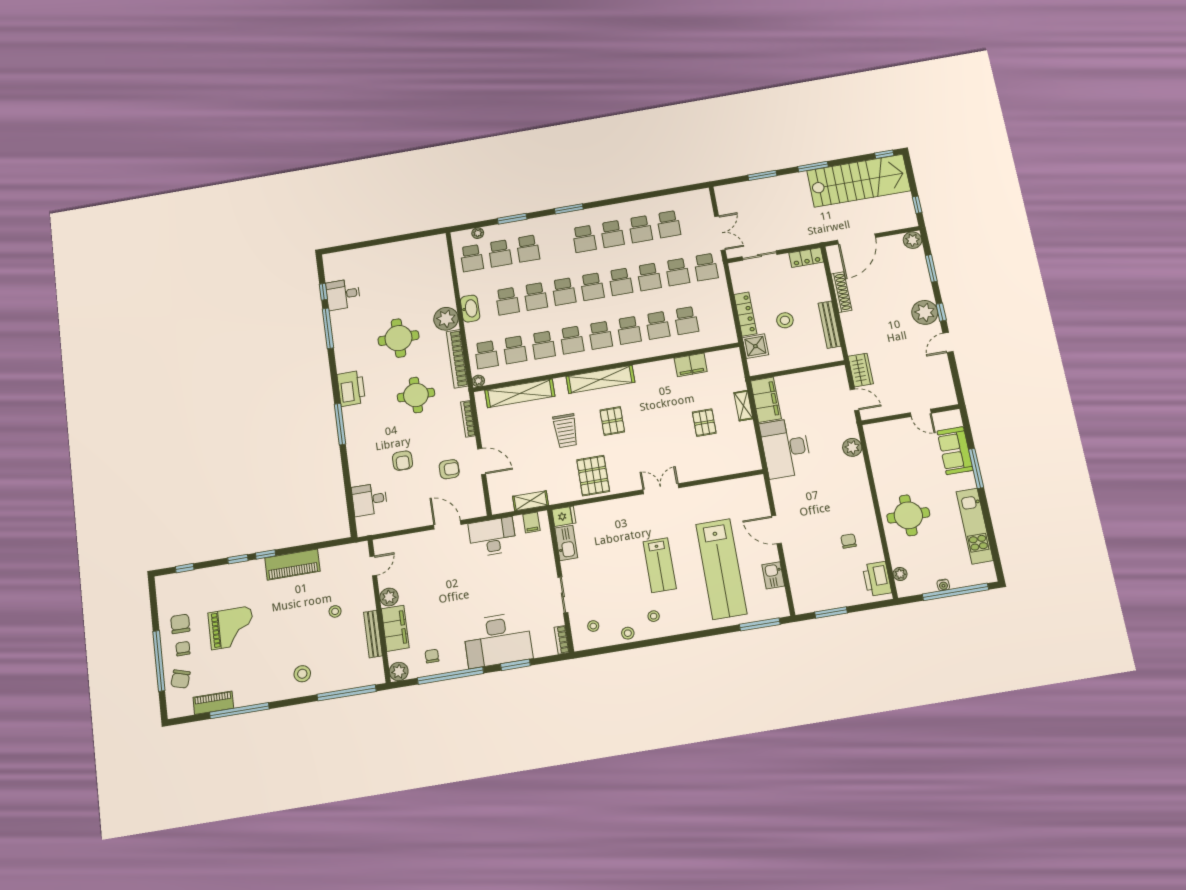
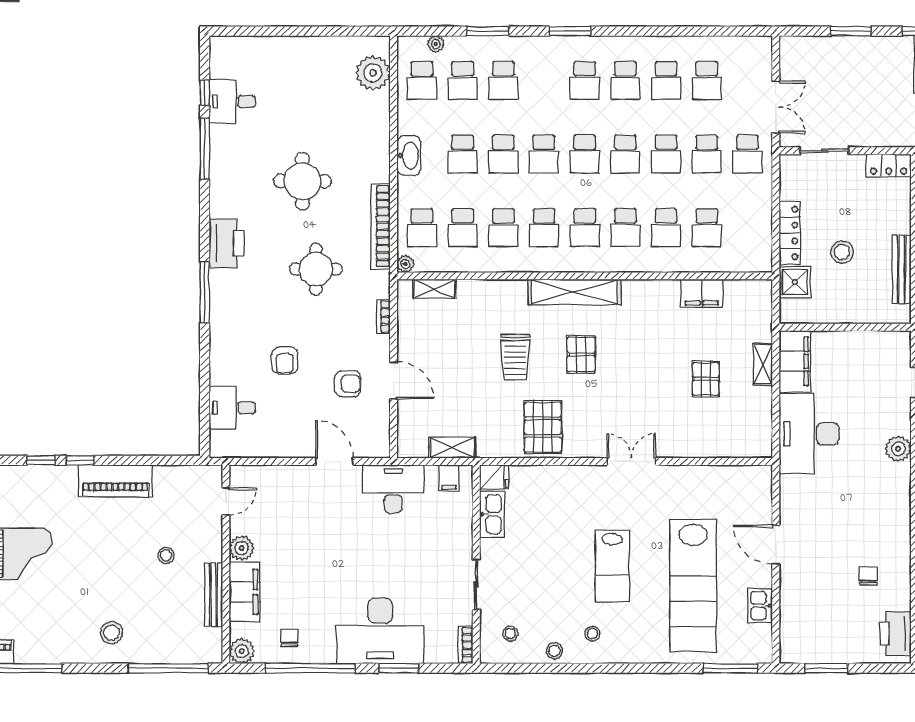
plant: (446, 319) -> (373, 73), moved
shelving: (520, 393) -> (434, 289), width x0.45, depth x0.75
bookcase: (468, 419) -> (383, 316), width x0.64

